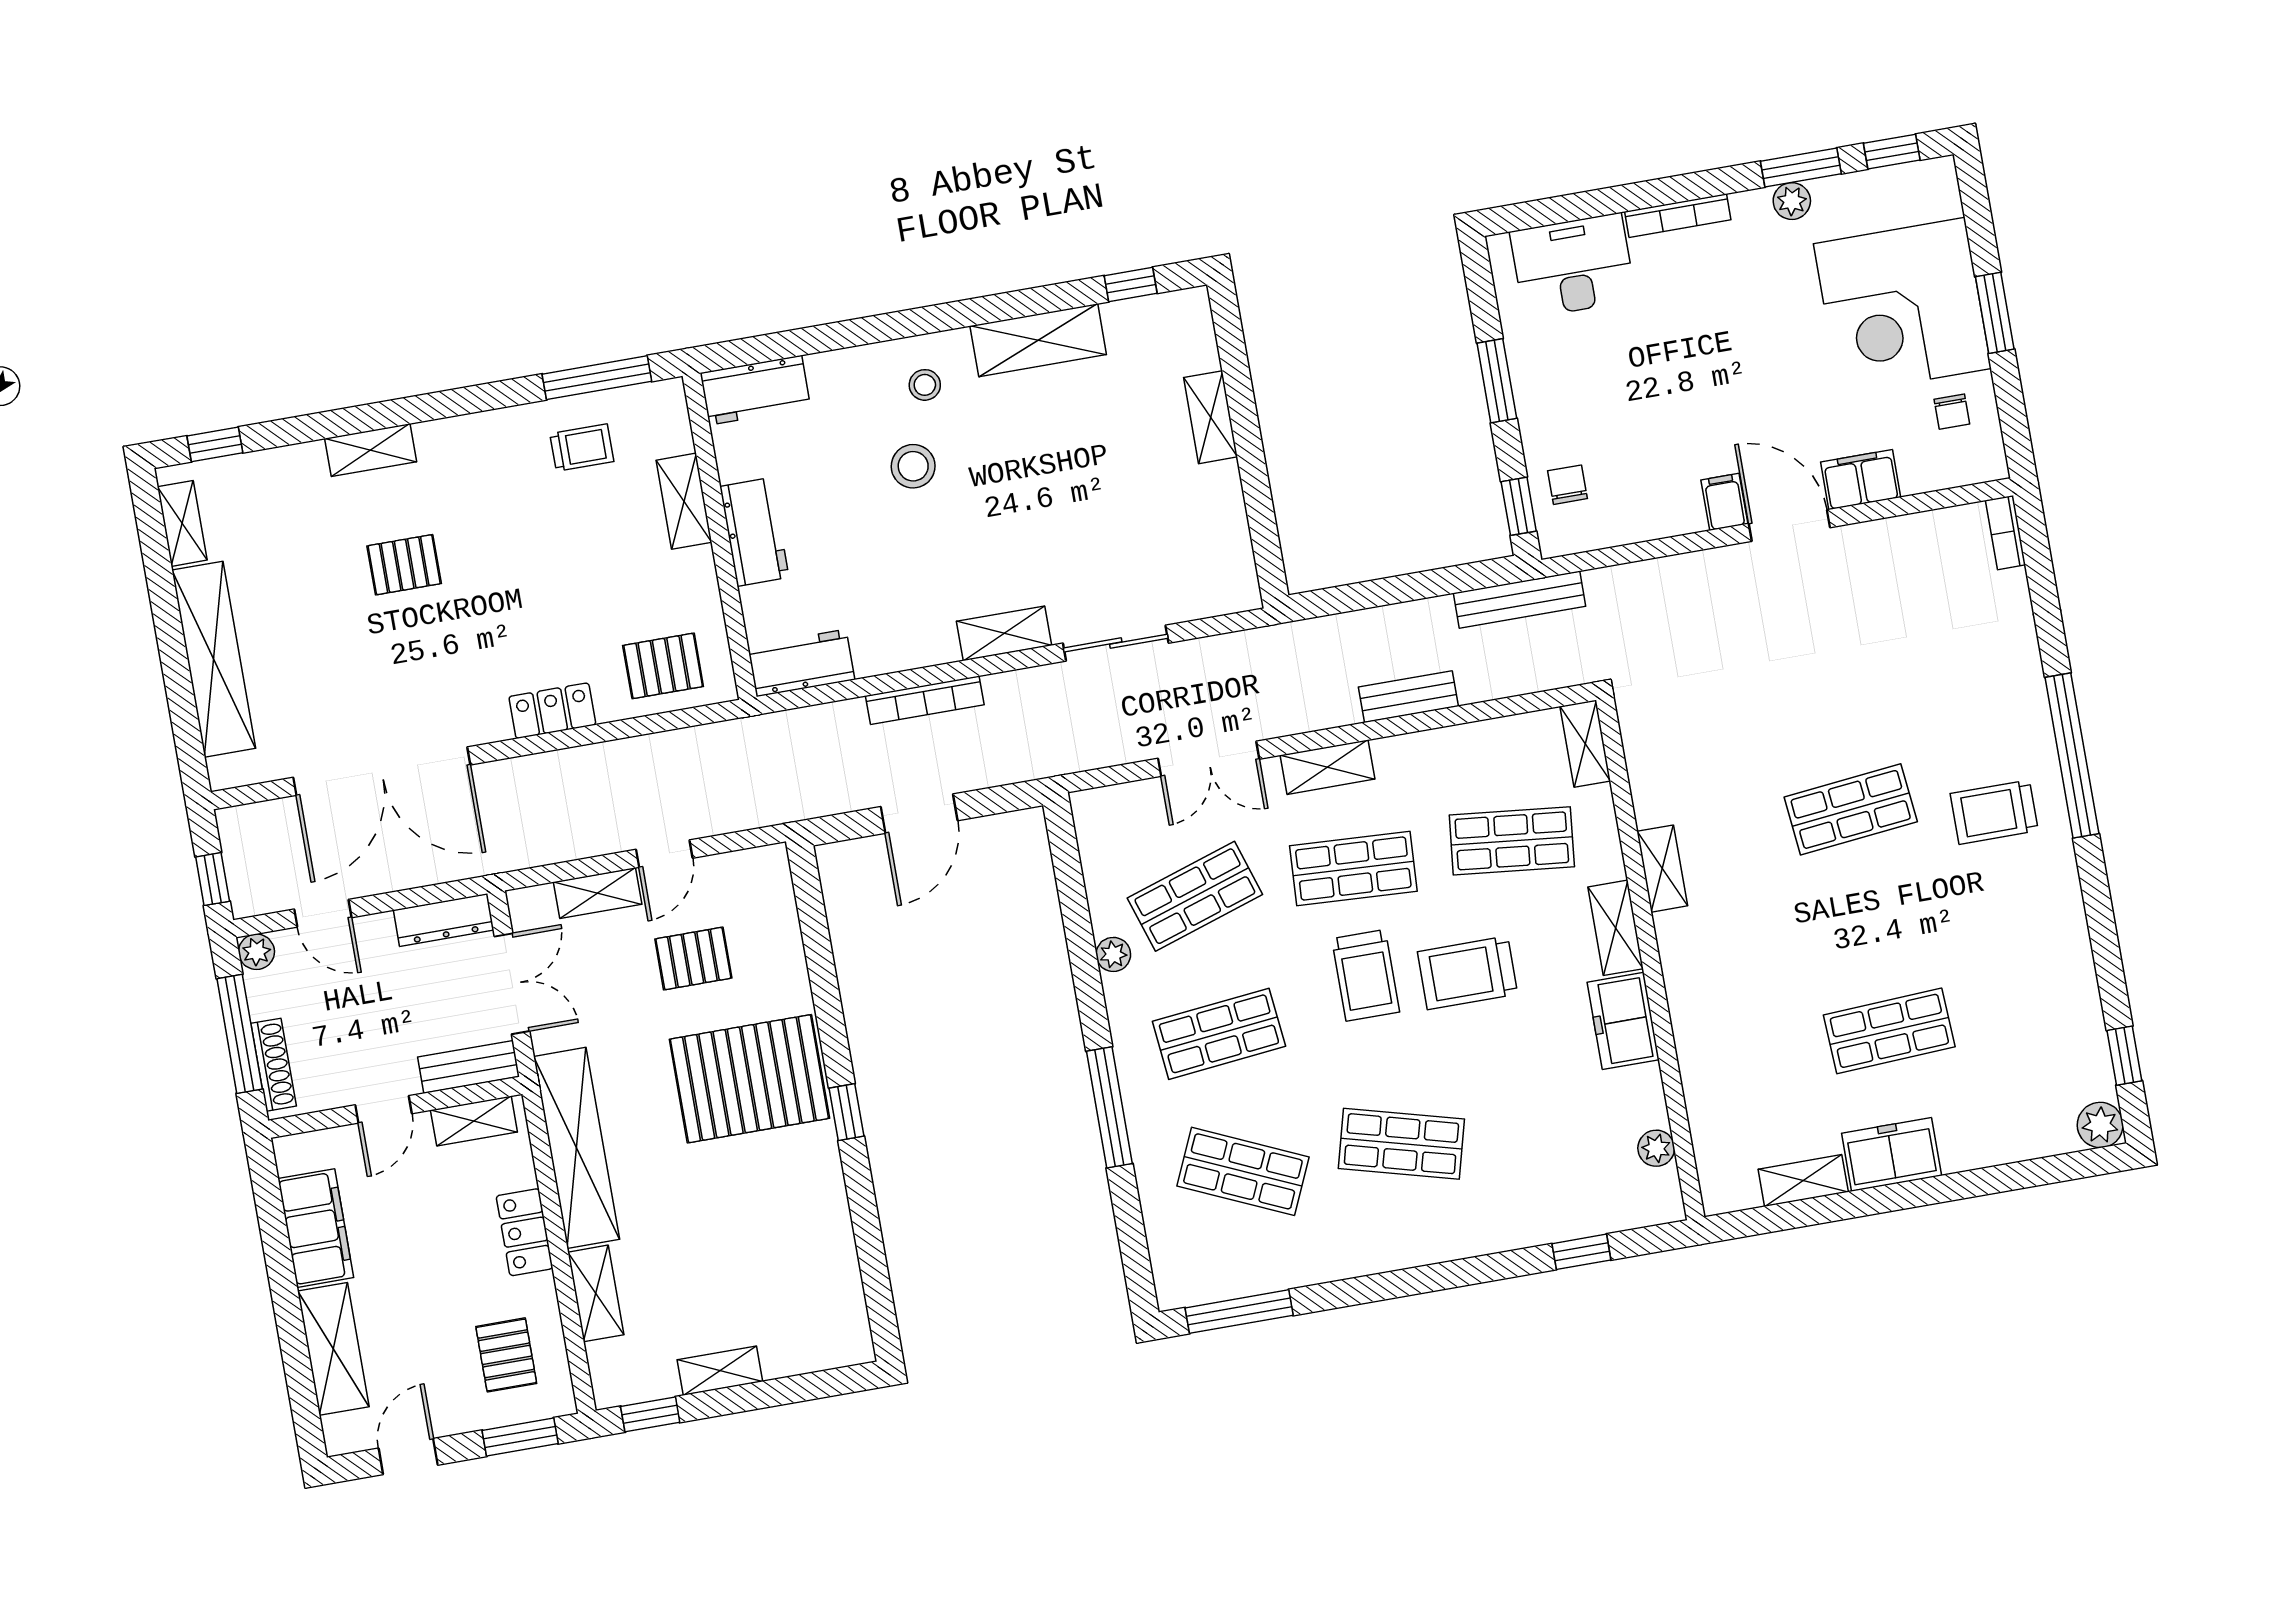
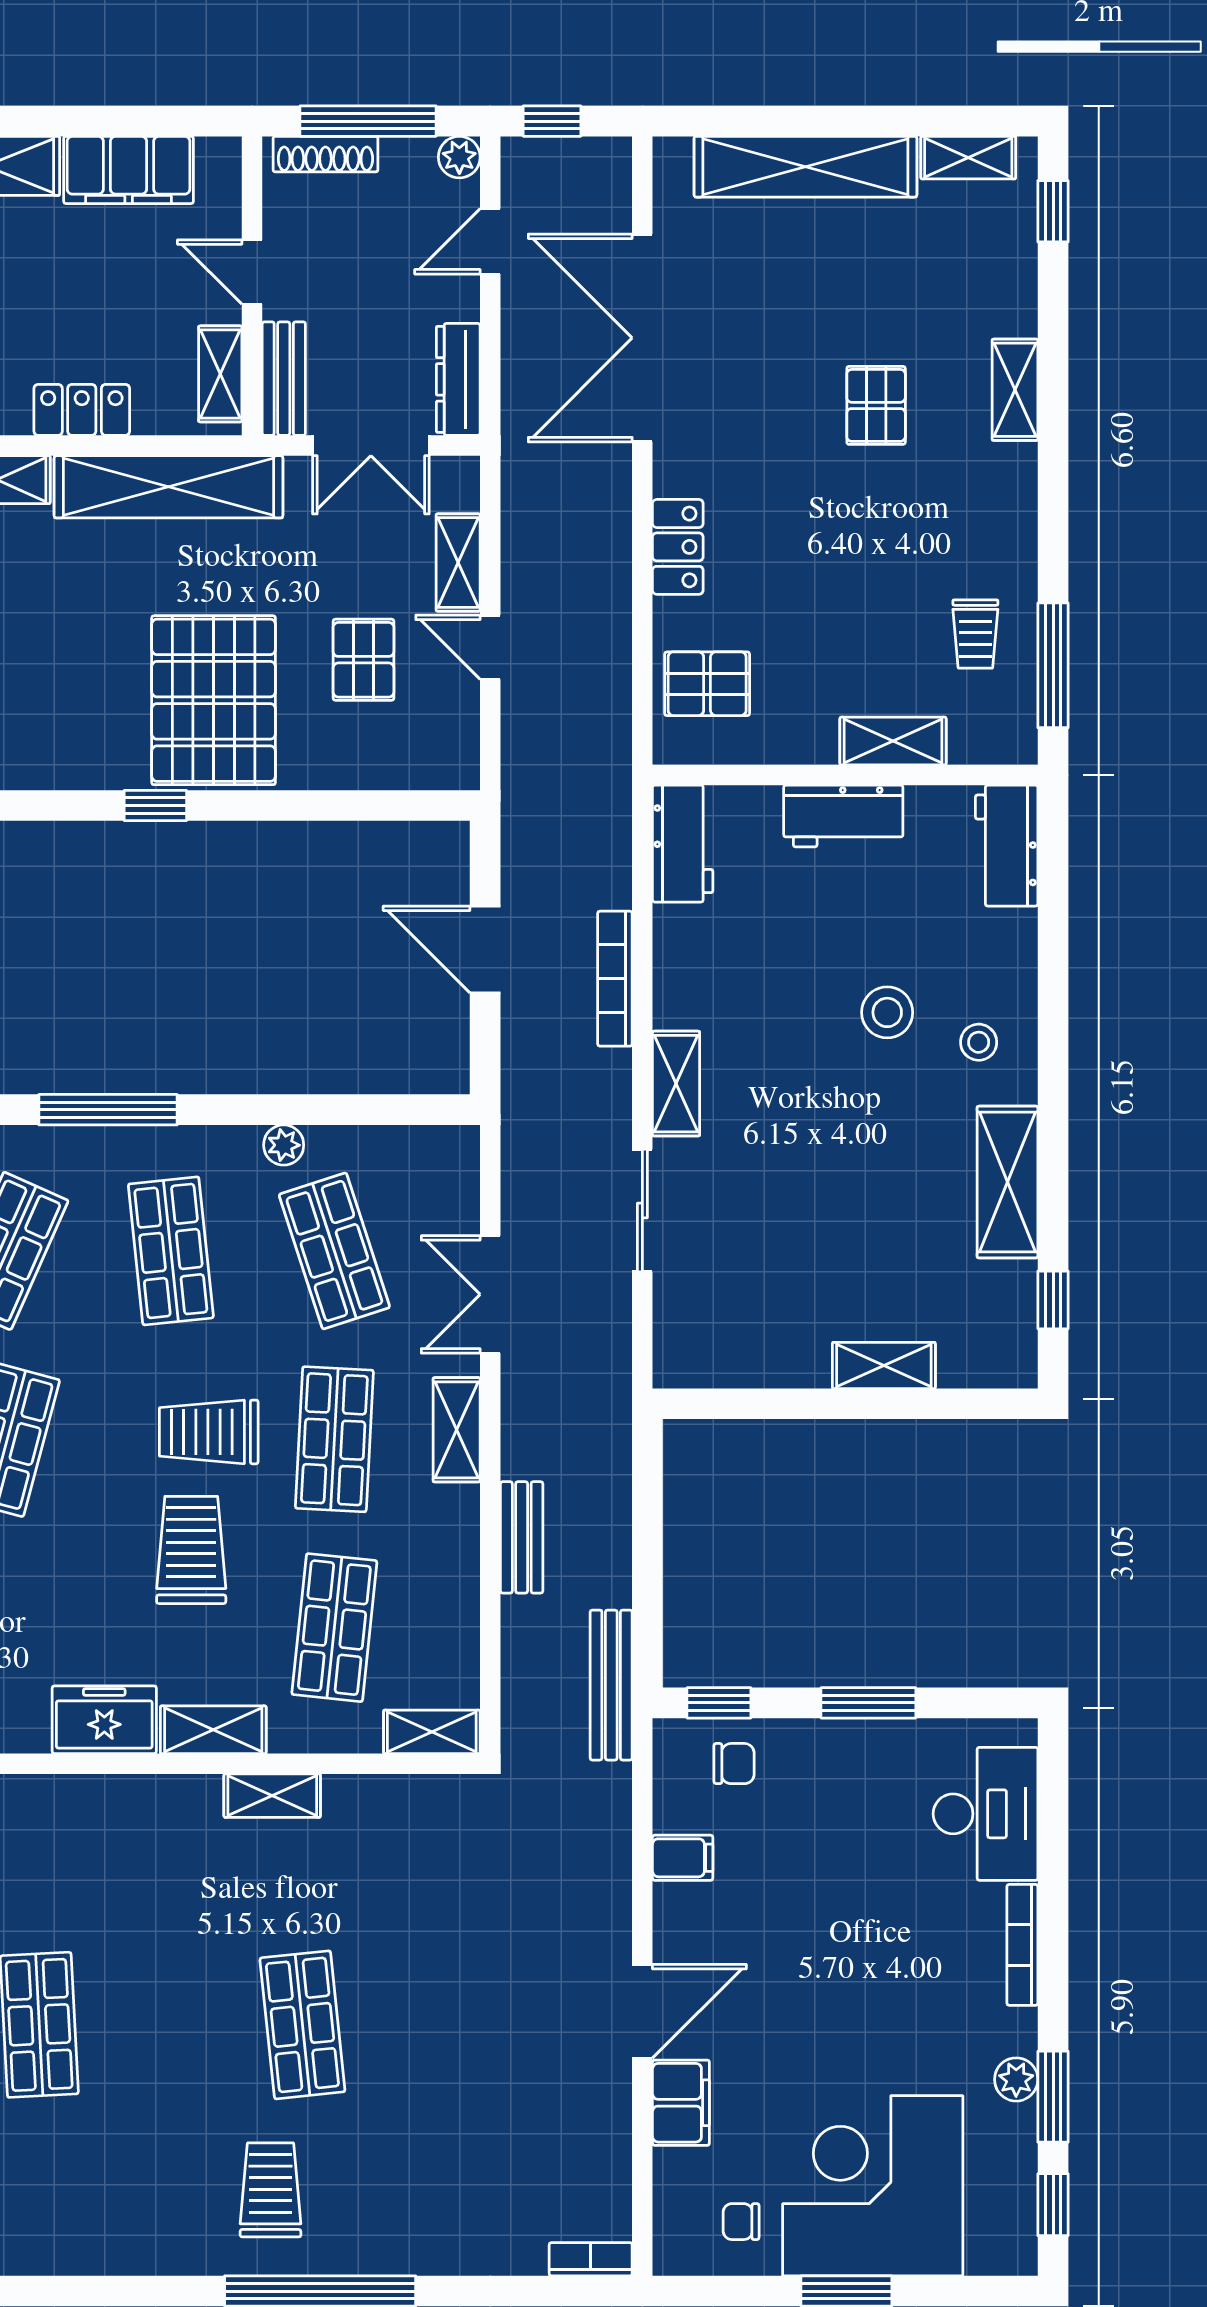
filing cabinet: (1724, 502) -> (683, 1858), moved
pallet: (663, 666) -> (707, 684), turned 90

